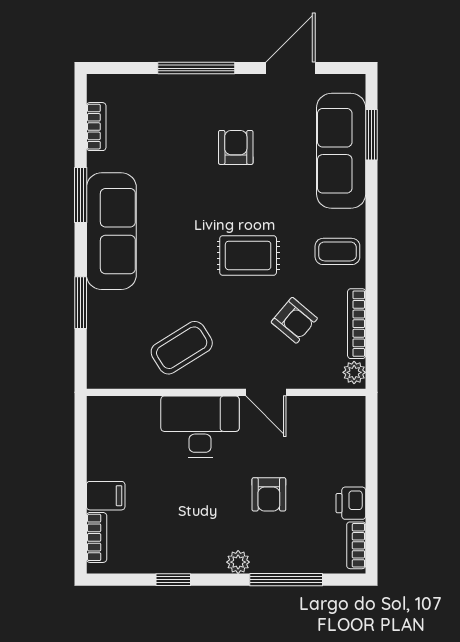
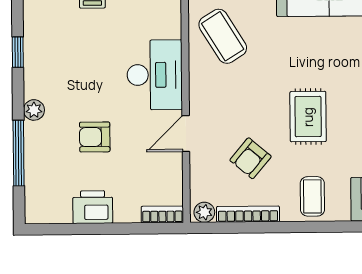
coffee table: (182, 348) -> (223, 36), moved
printer: (351, 503) -> (93, 207), width x1.36, depth x1.24
bookcase: (356, 545) -> (162, 214), moved

